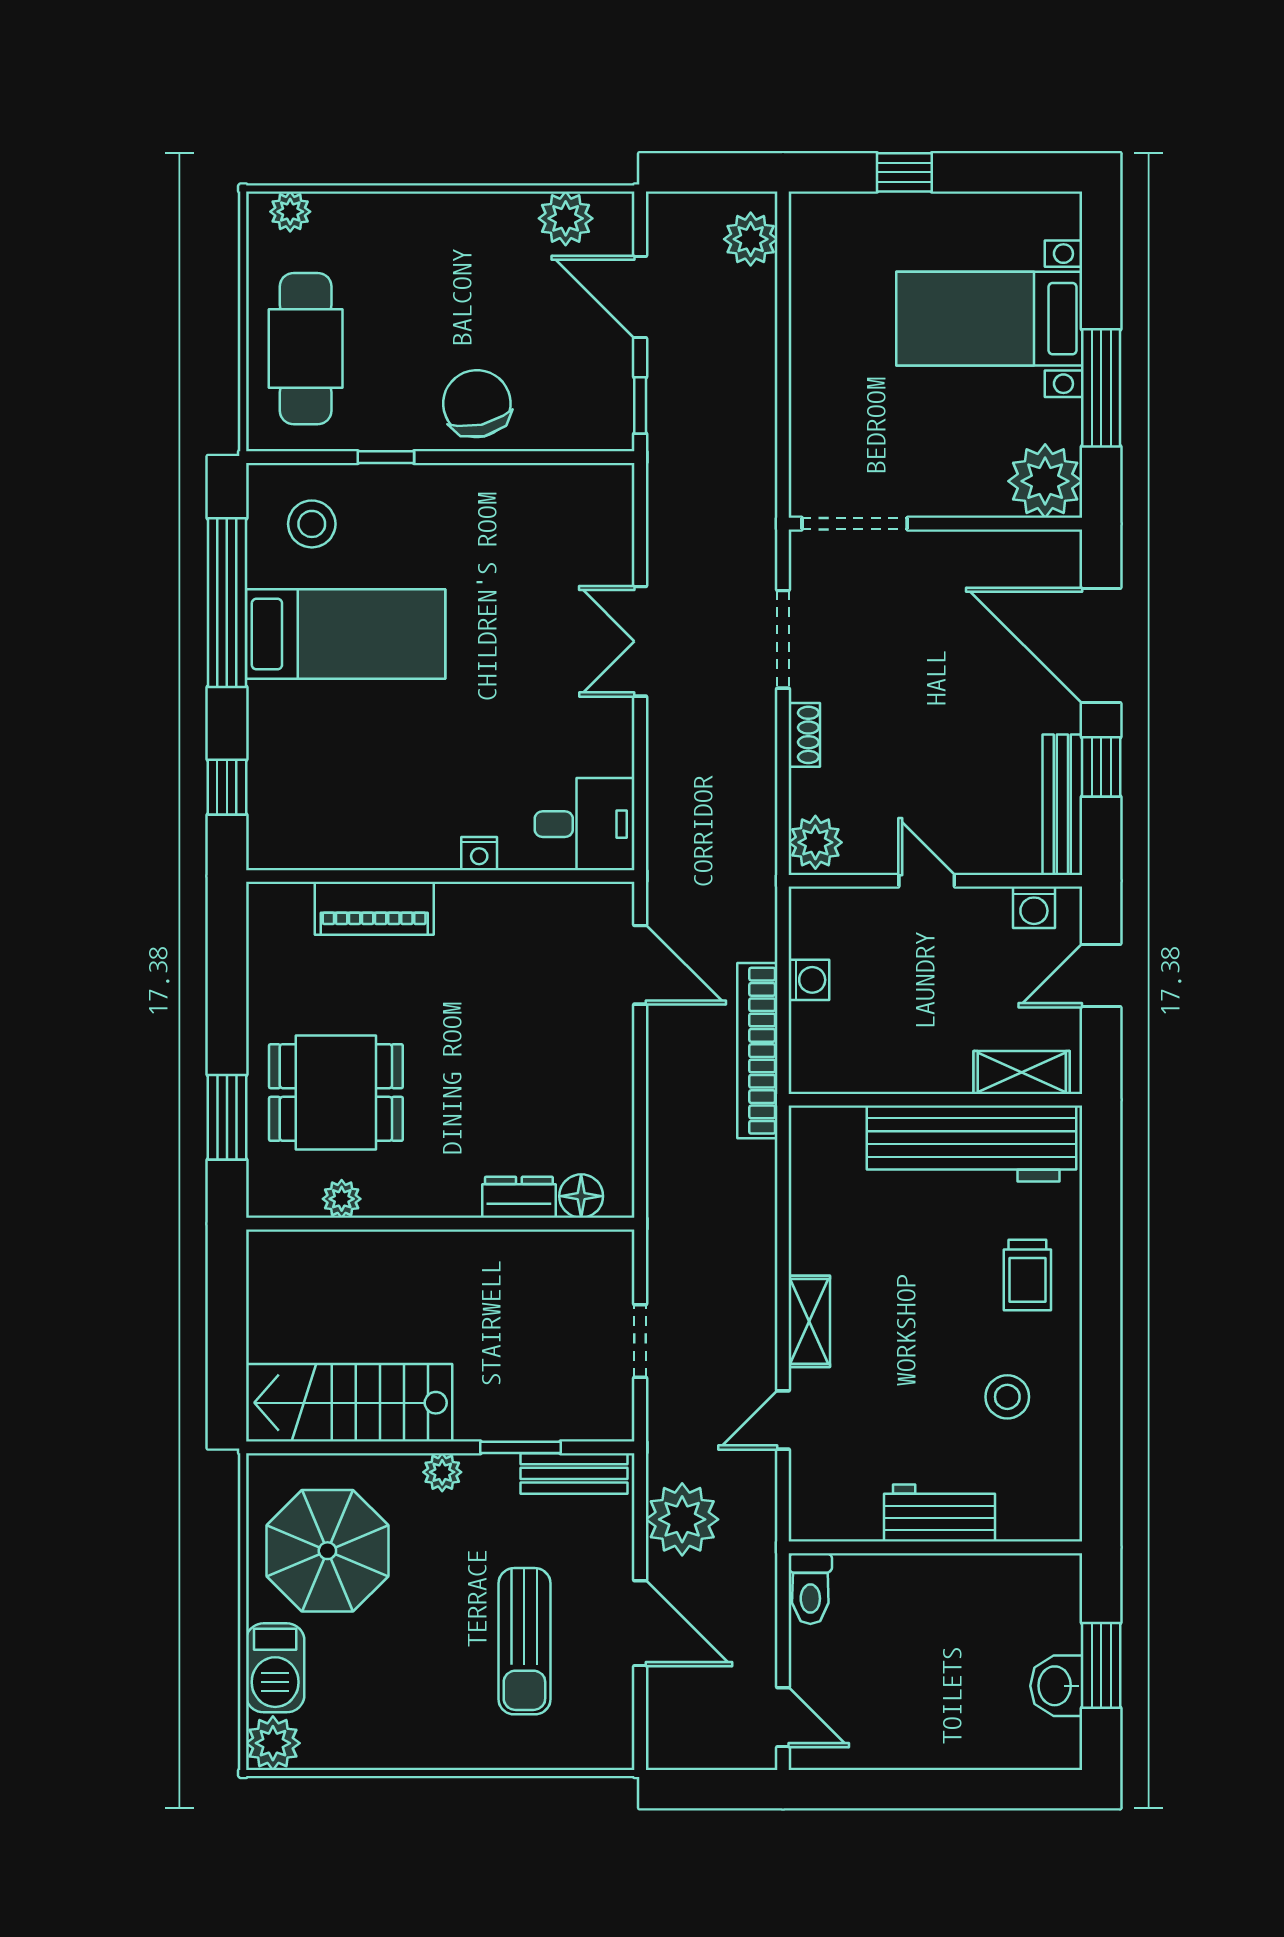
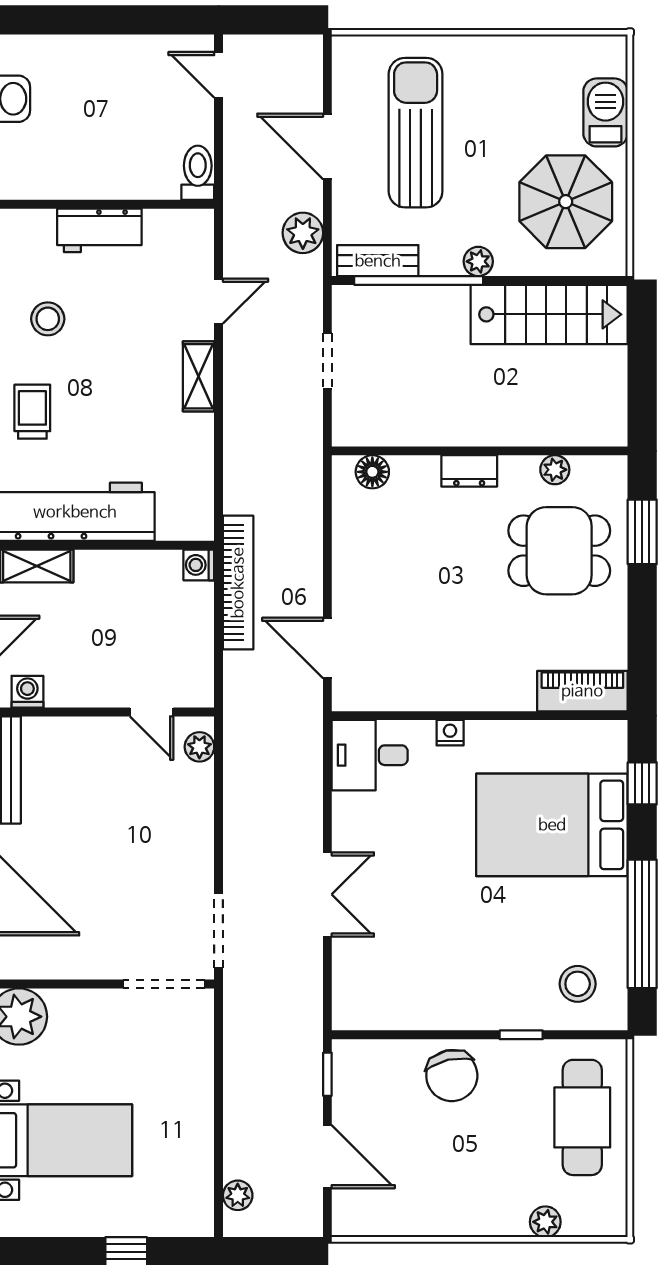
plant: (290, 212) -> (545, 1222), moved
plant: (566, 218) -> (384, 1217), removed
plant: (751, 239) -> (238, 1195), width x0.73, depth x0.73
bed: (346, 634) -> (552, 825), moved, width x1.50
doorway: (783, 639) -> (219, 931), moved
shoe rack: (804, 735) -> (202, 823), removed
plant: (815, 842) -> (199, 747), width x0.73, depth x0.73
door: (927, 881) -> (152, 712), moved
piano: (374, 908) -> (582, 691), moved
washing machine: (809, 980) -> (199, 565), moved
dresser: (519, 1197) -> (469, 471), moved
window: (520, 1447) -> (419, 280), width x2.11
plant: (682, 1519) -> (303, 233), width x0.73, depth x0.73
sun lounger: (524, 1641) -> (416, 133), width x1.36, depth x1.34
plant: (273, 1743) -> (607, 55), removed

